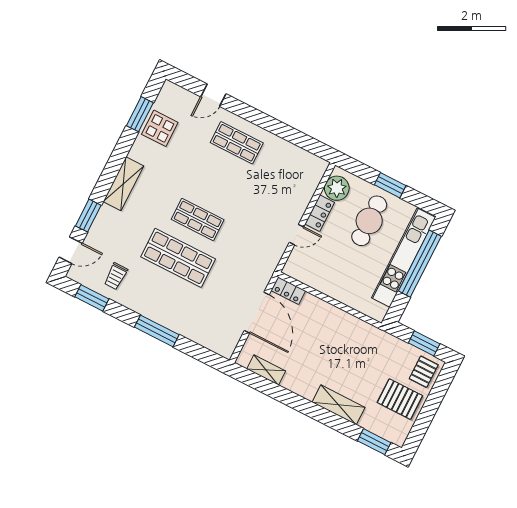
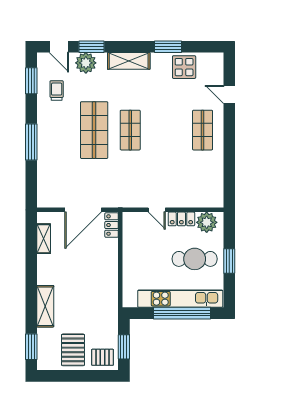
window: (140, 114) -> (168, 47), moved
plant: (102, 230) -> (86, 63), added
trolley: (116, 276) -> (57, 90), turned 90

